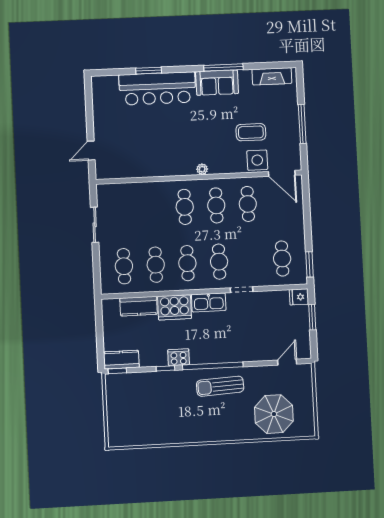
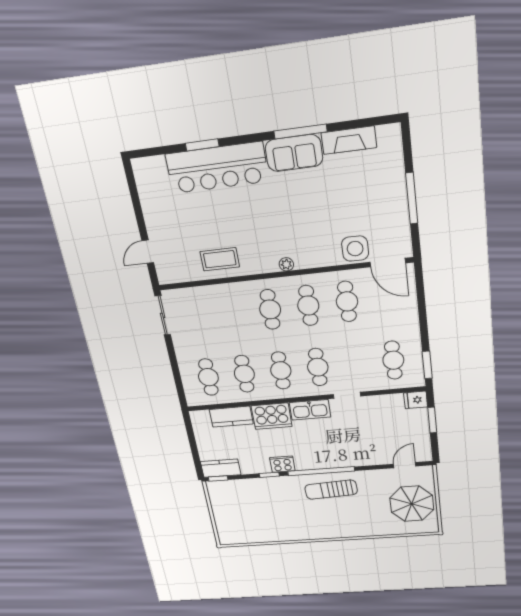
fireplace: (272, 76) -> (349, 140), moved
coffee table: (251, 132) -> (220, 259), moved
sliding door: (95, 225) -> (163, 315), moved
parasol: (274, 414) -> (412, 504), moved

